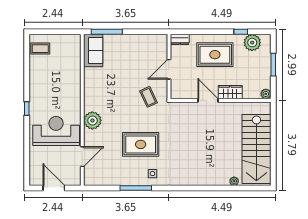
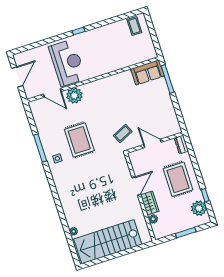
plant: (266, 94) -> (153, 219), moved
plant: (92, 120) -> (74, 95), moved

